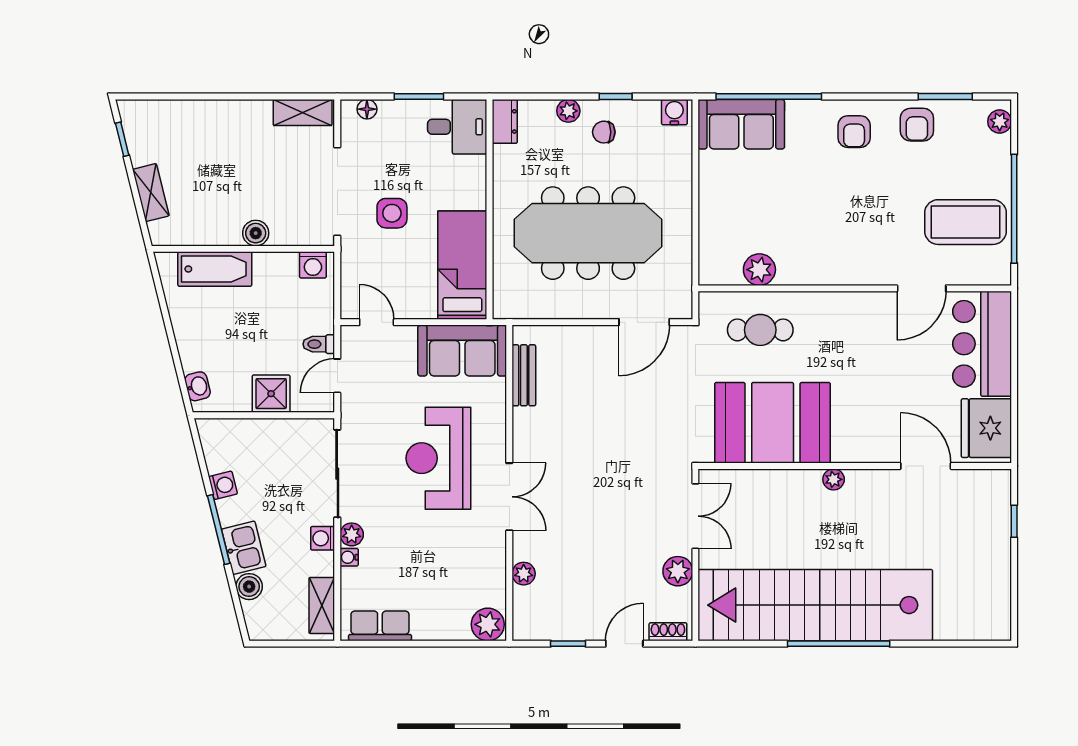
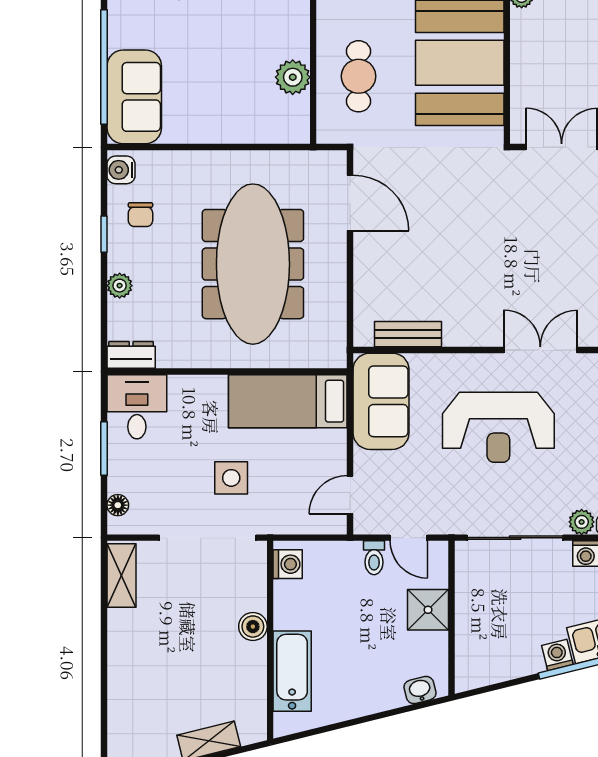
chair: (604, 132) -> (140, 215), moved
washing machine: (223, 485) -> (557, 655), moved

